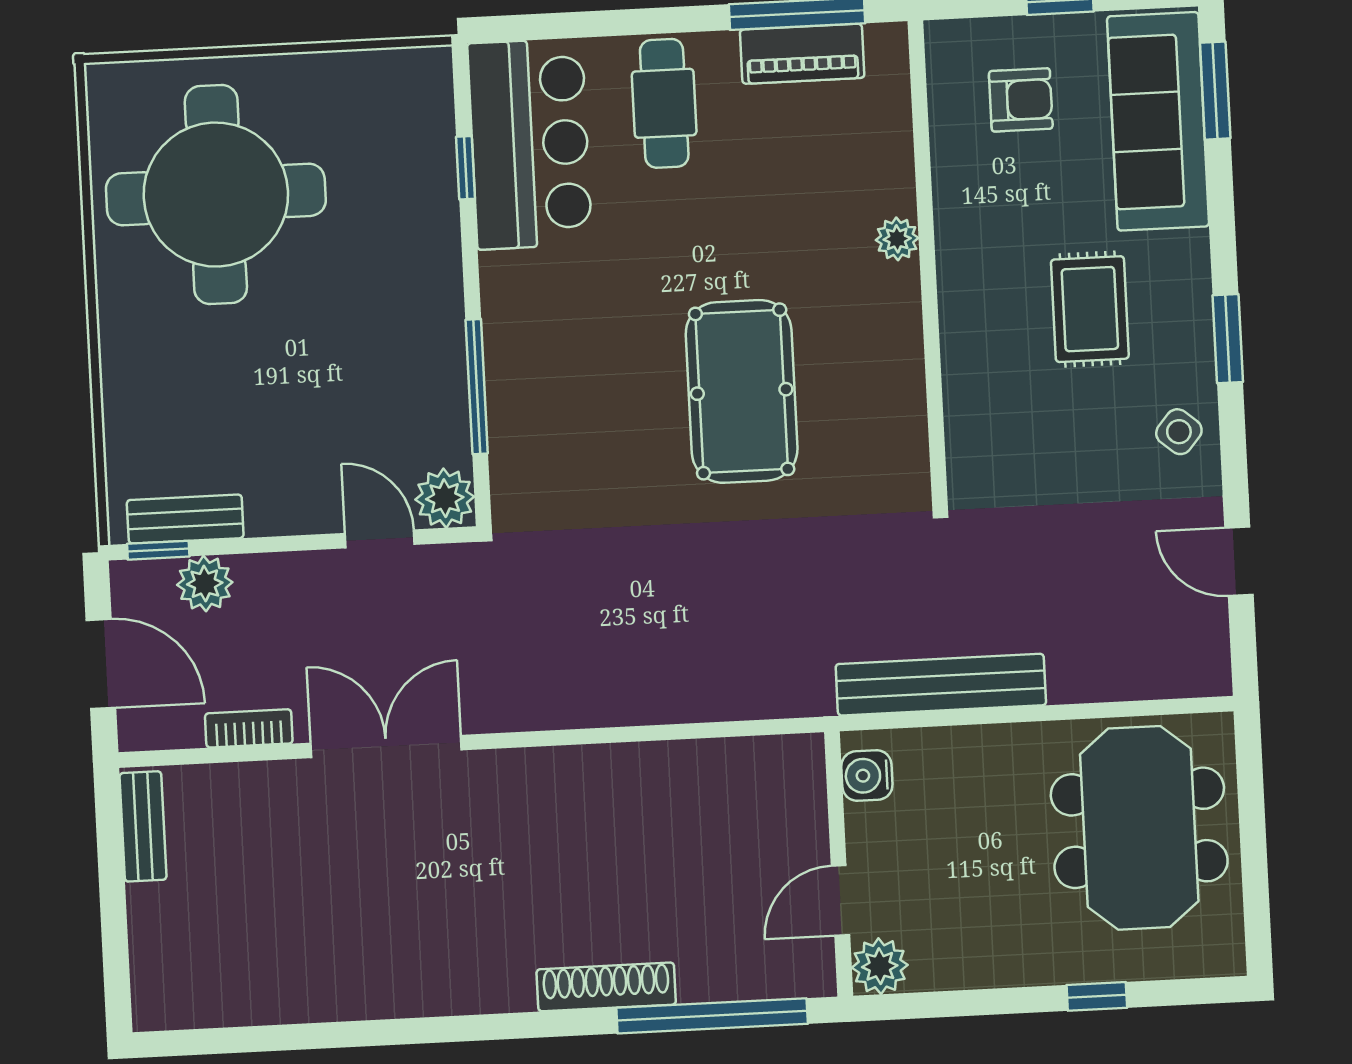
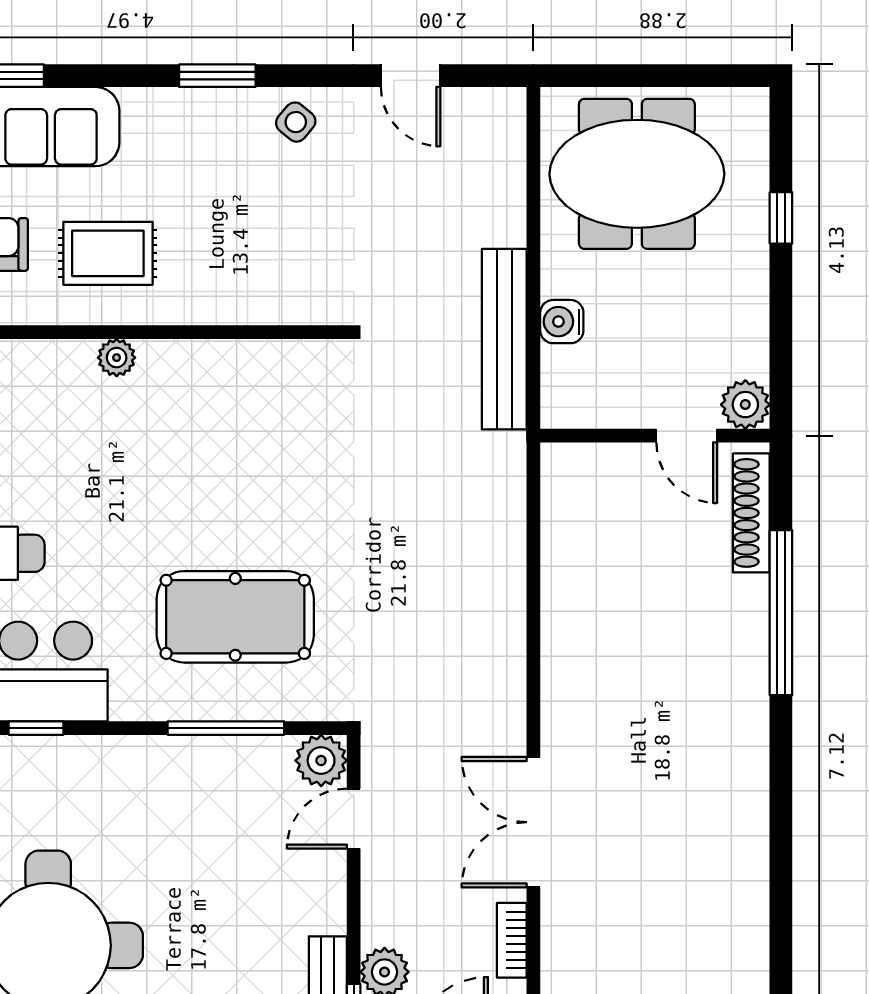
rug: (1090, 309) -> (108, 253), moved
pool table: (742, 391) -> (235, 617), moved
door: (1239, 561) -> (411, 76), hinge flipped
water cooler: (867, 775) -> (562, 322), moved, turned 90
shoe rack: (606, 987) -> (751, 513), moved
window: (712, 1016) -> (781, 613), moved

